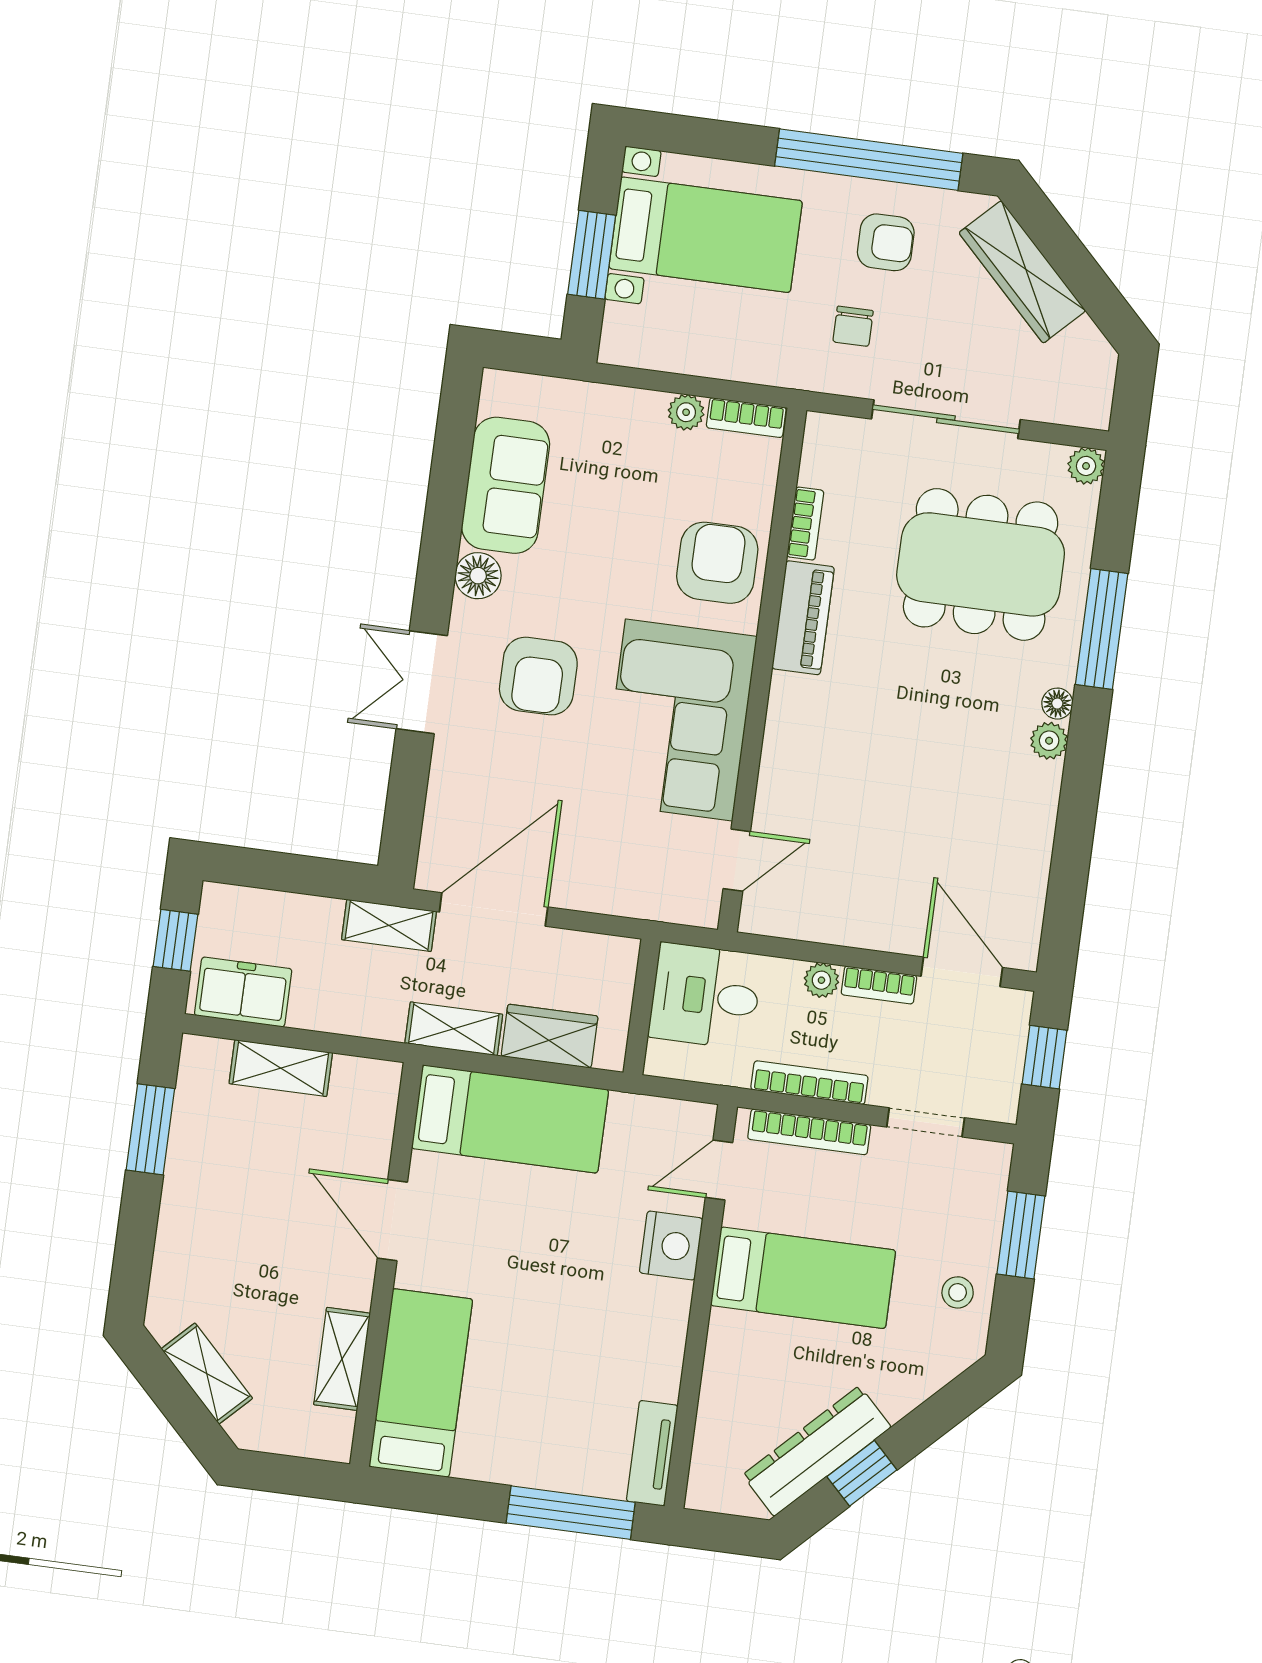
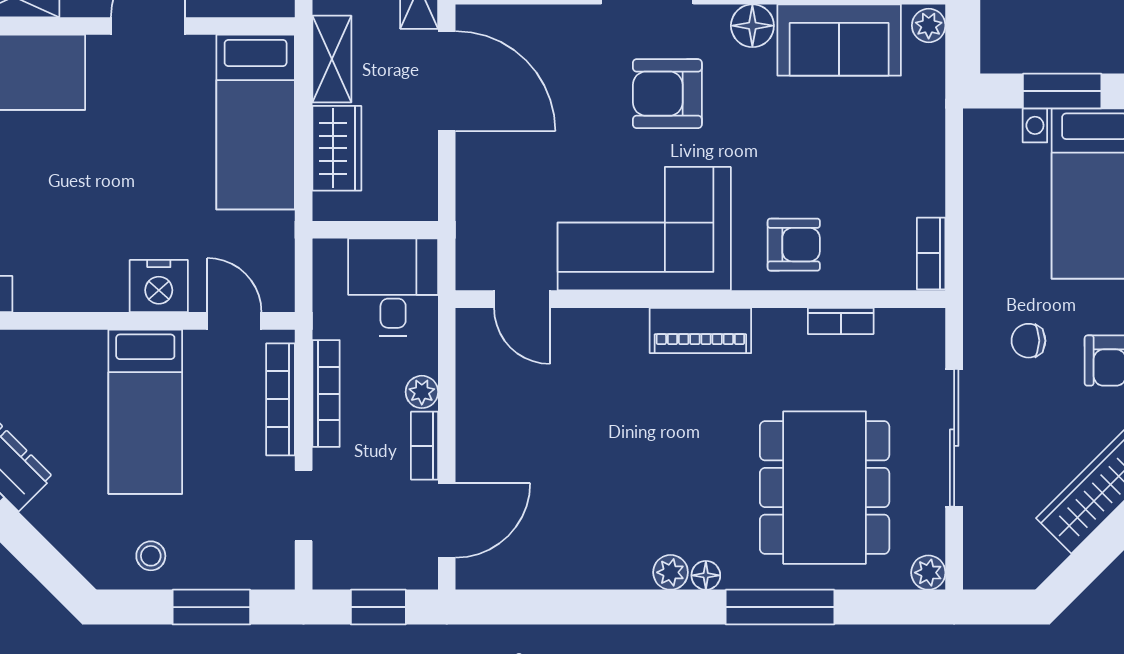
plant: (686, 412) -> (929, 25), moved
armchair: (717, 563) -> (794, 245), width x0.72, depth x0.72
piano: (803, 618) -> (700, 331), moved

